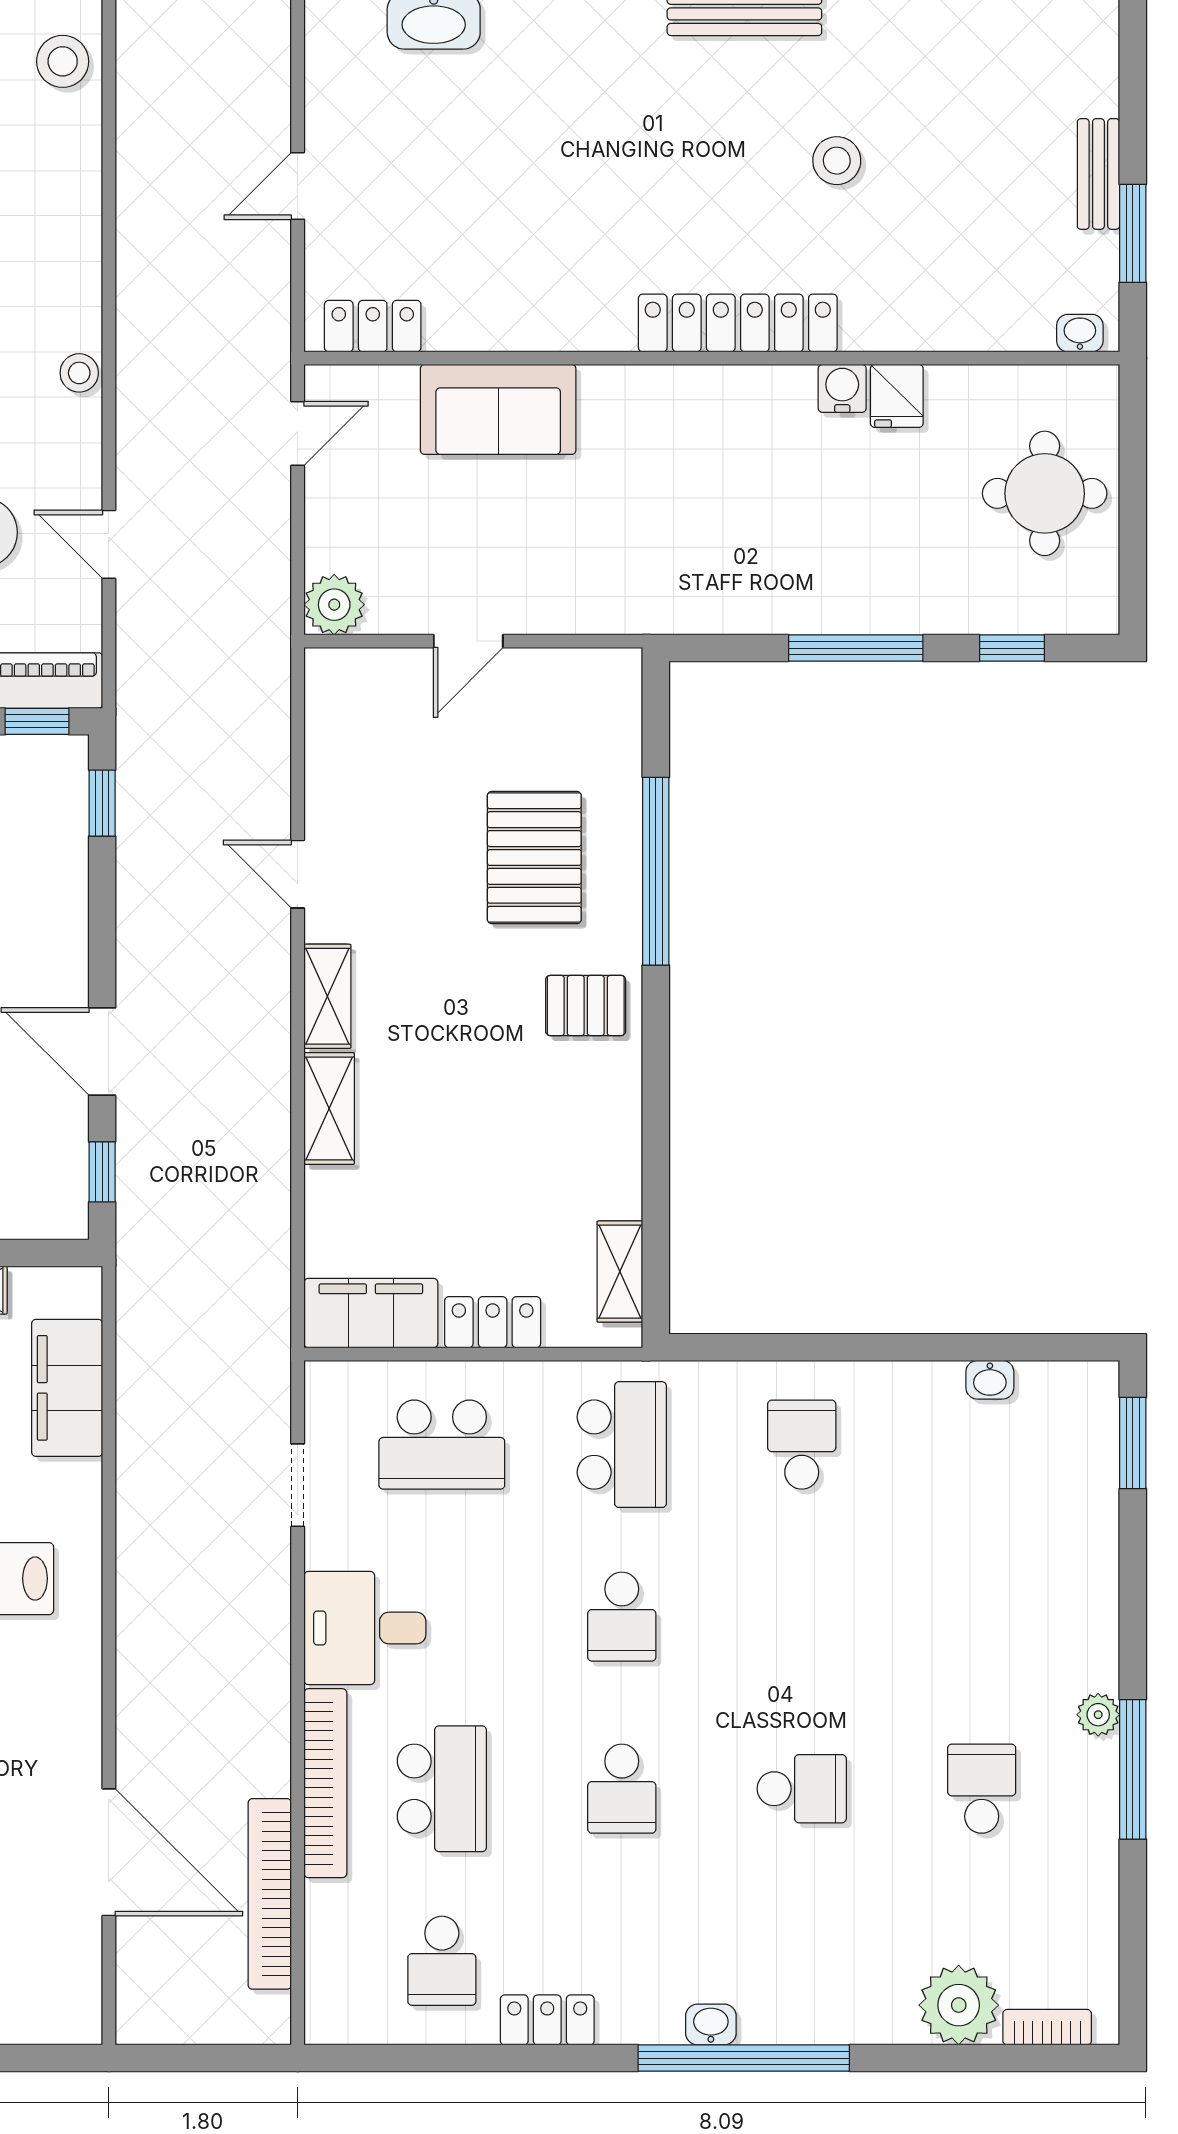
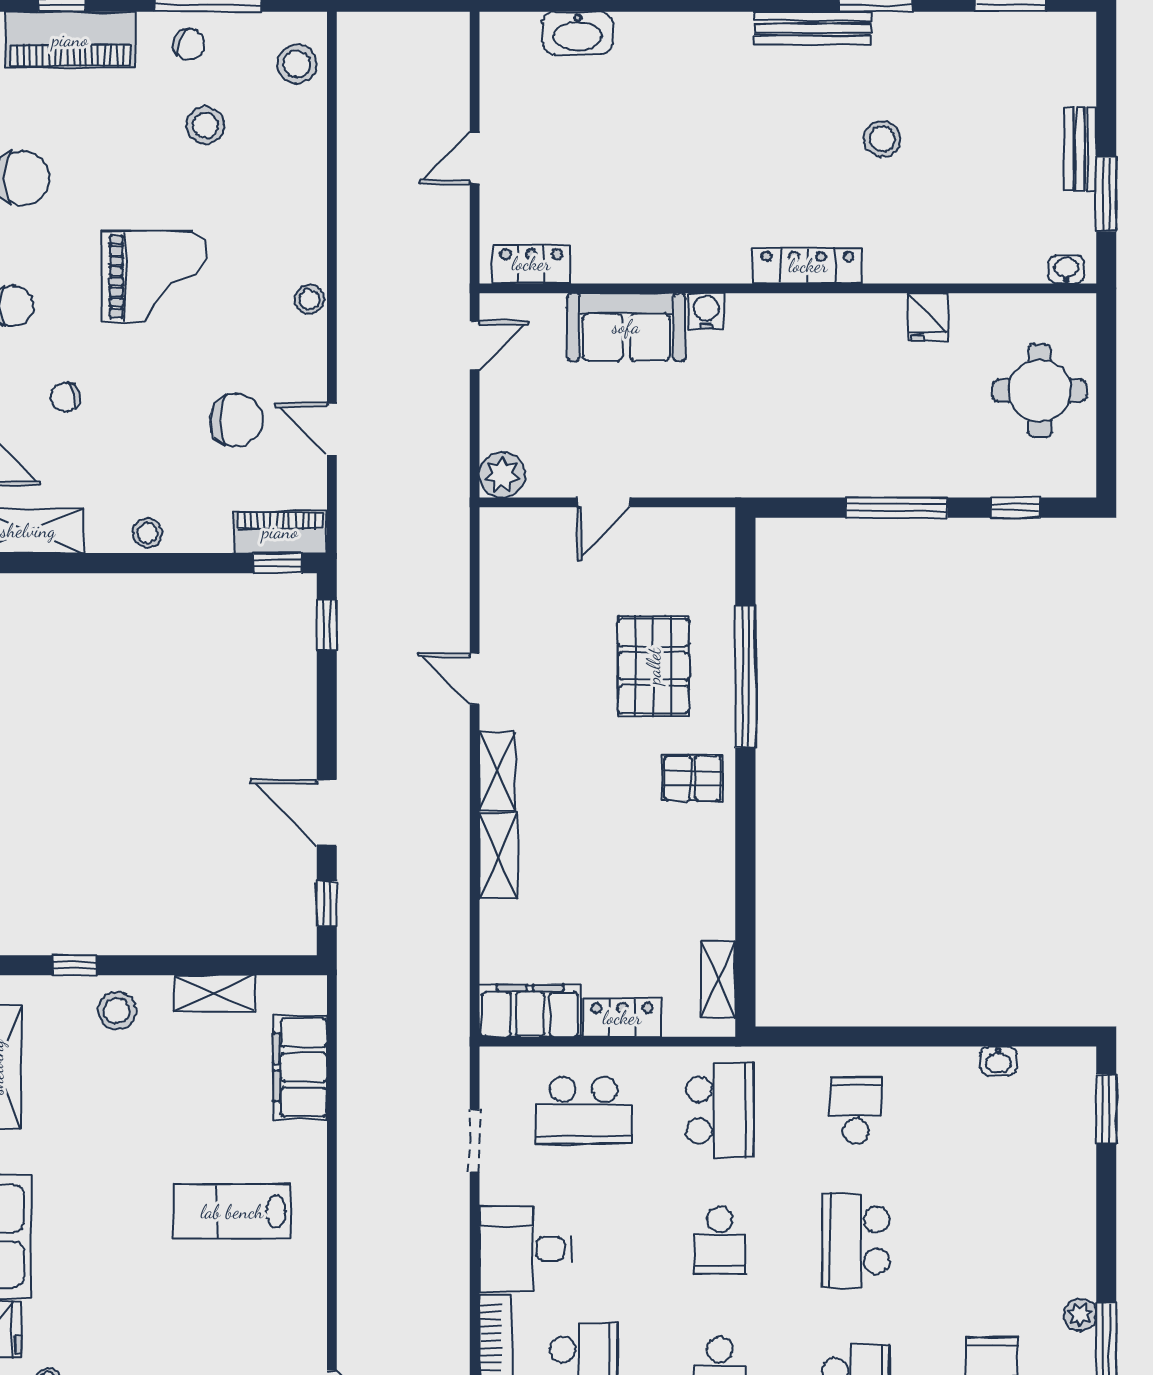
locker: (738, 323) -> (808, 266), width x0.71, depth x0.83
water cooler: (842, 388) -> (706, 311), moved
school desk: (802, 1617) -> (856, 1240), added

